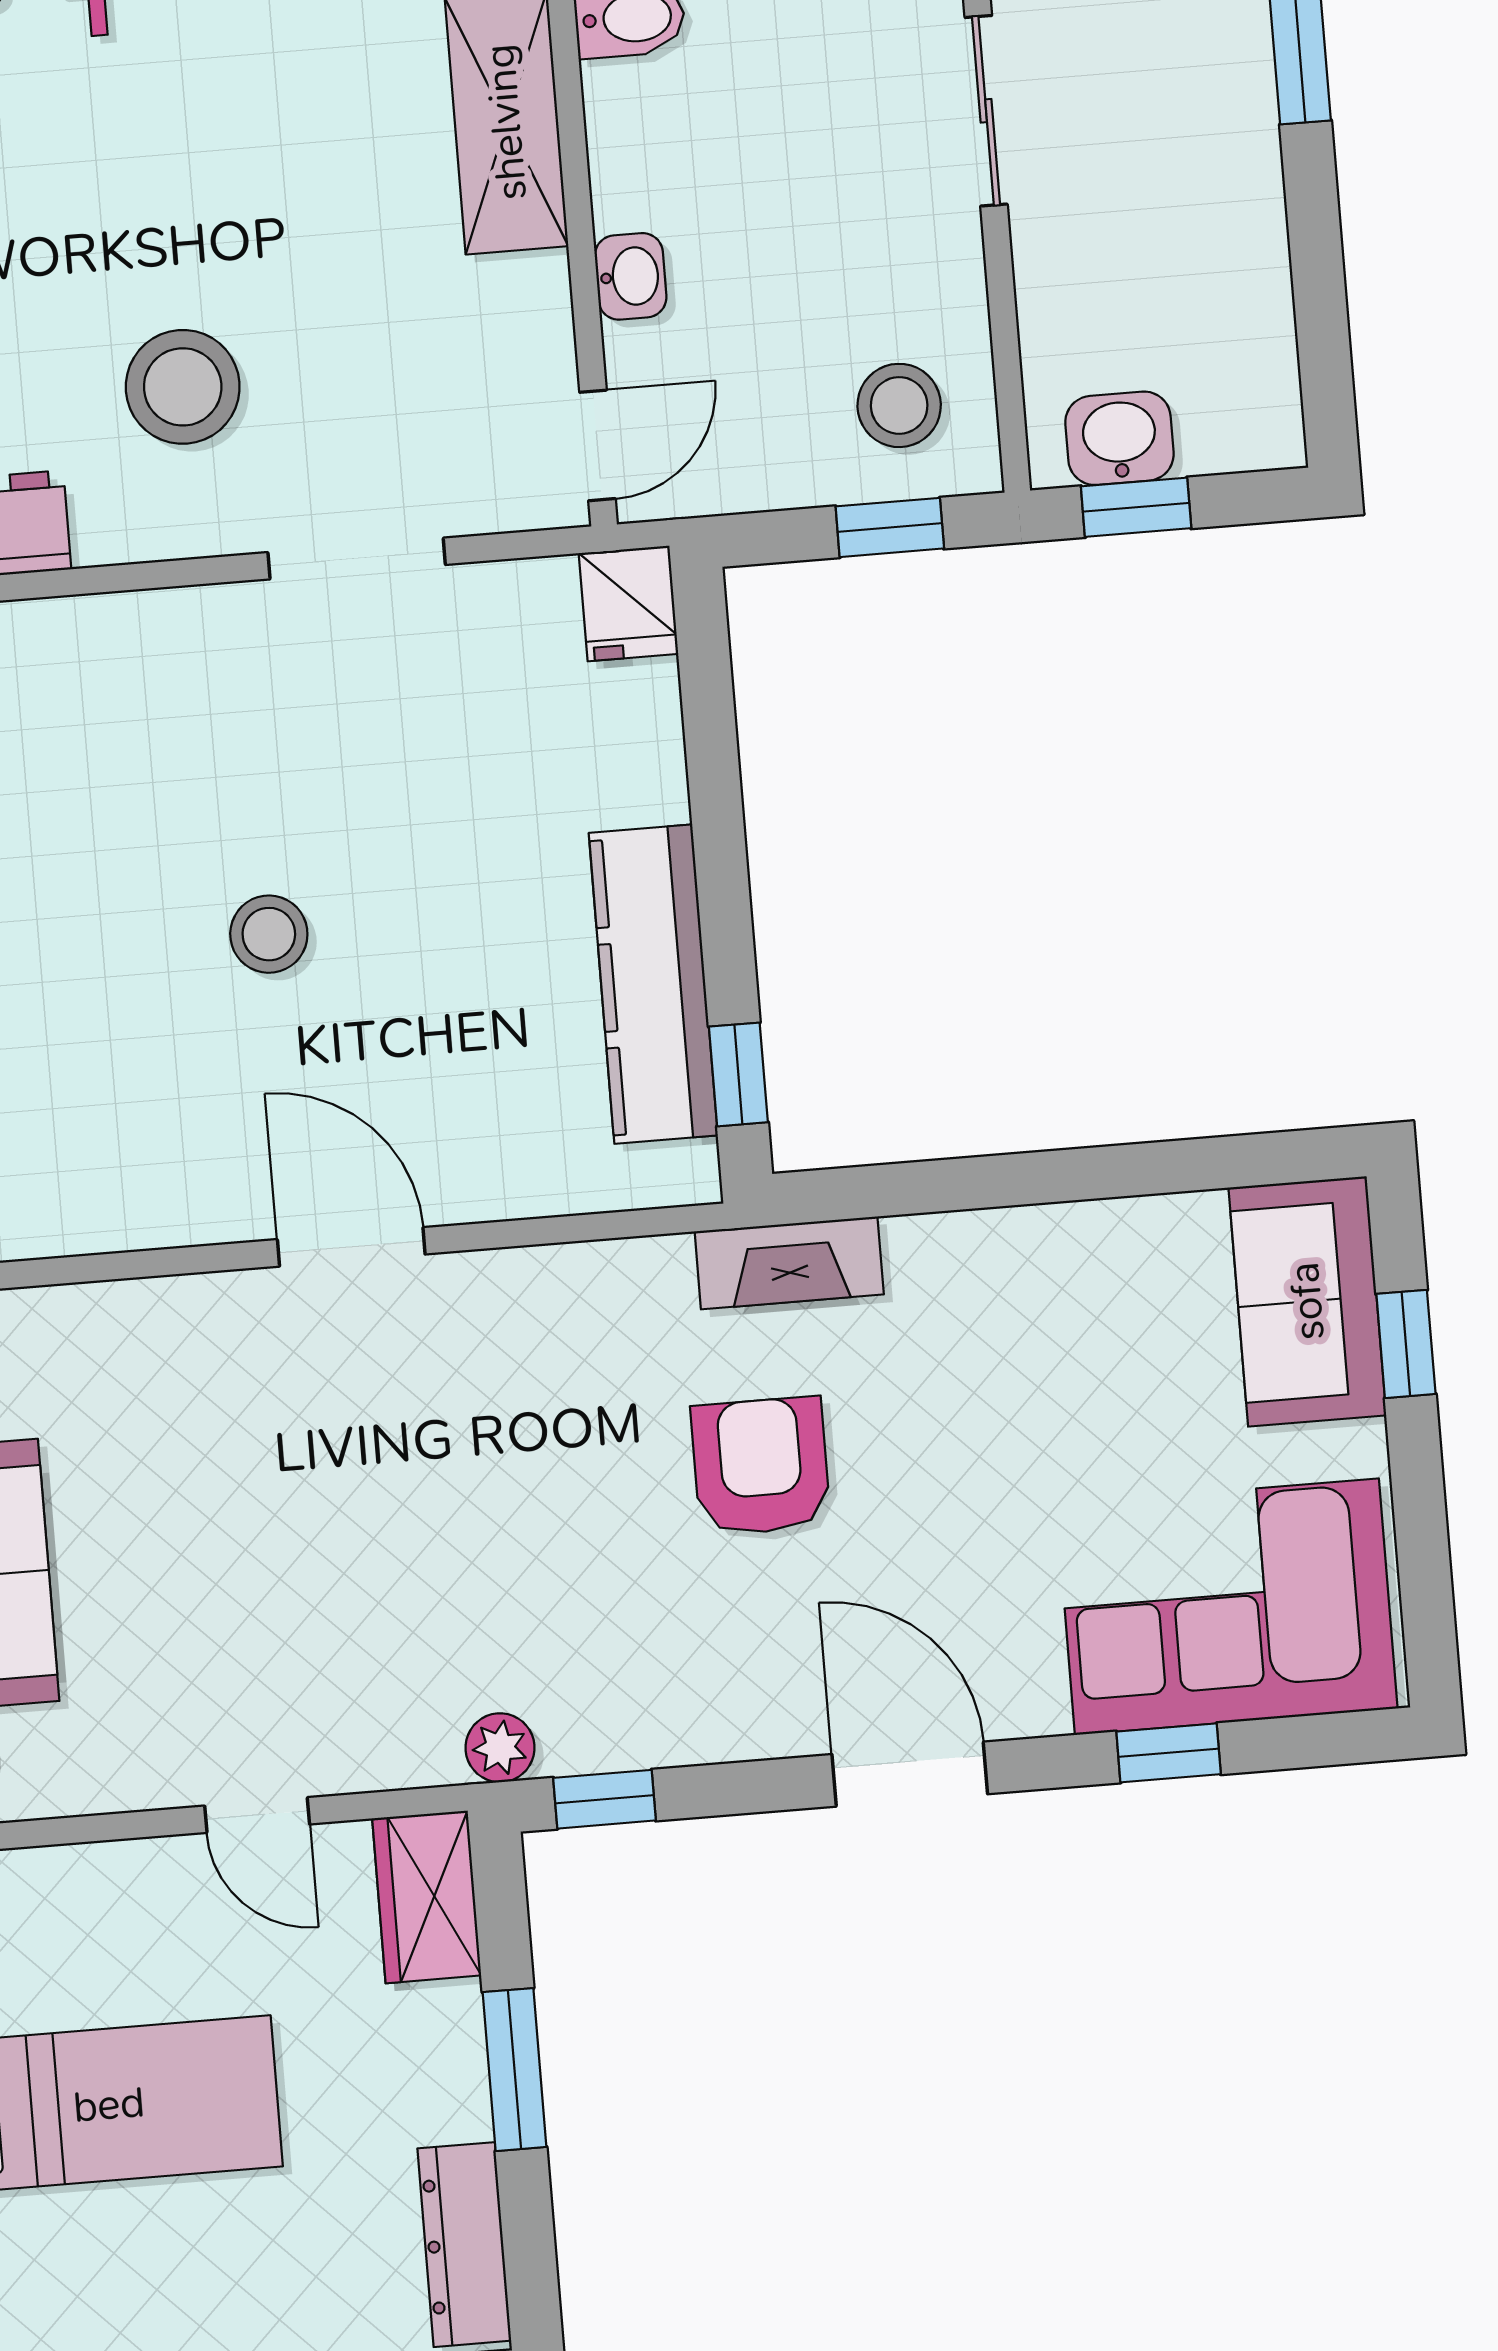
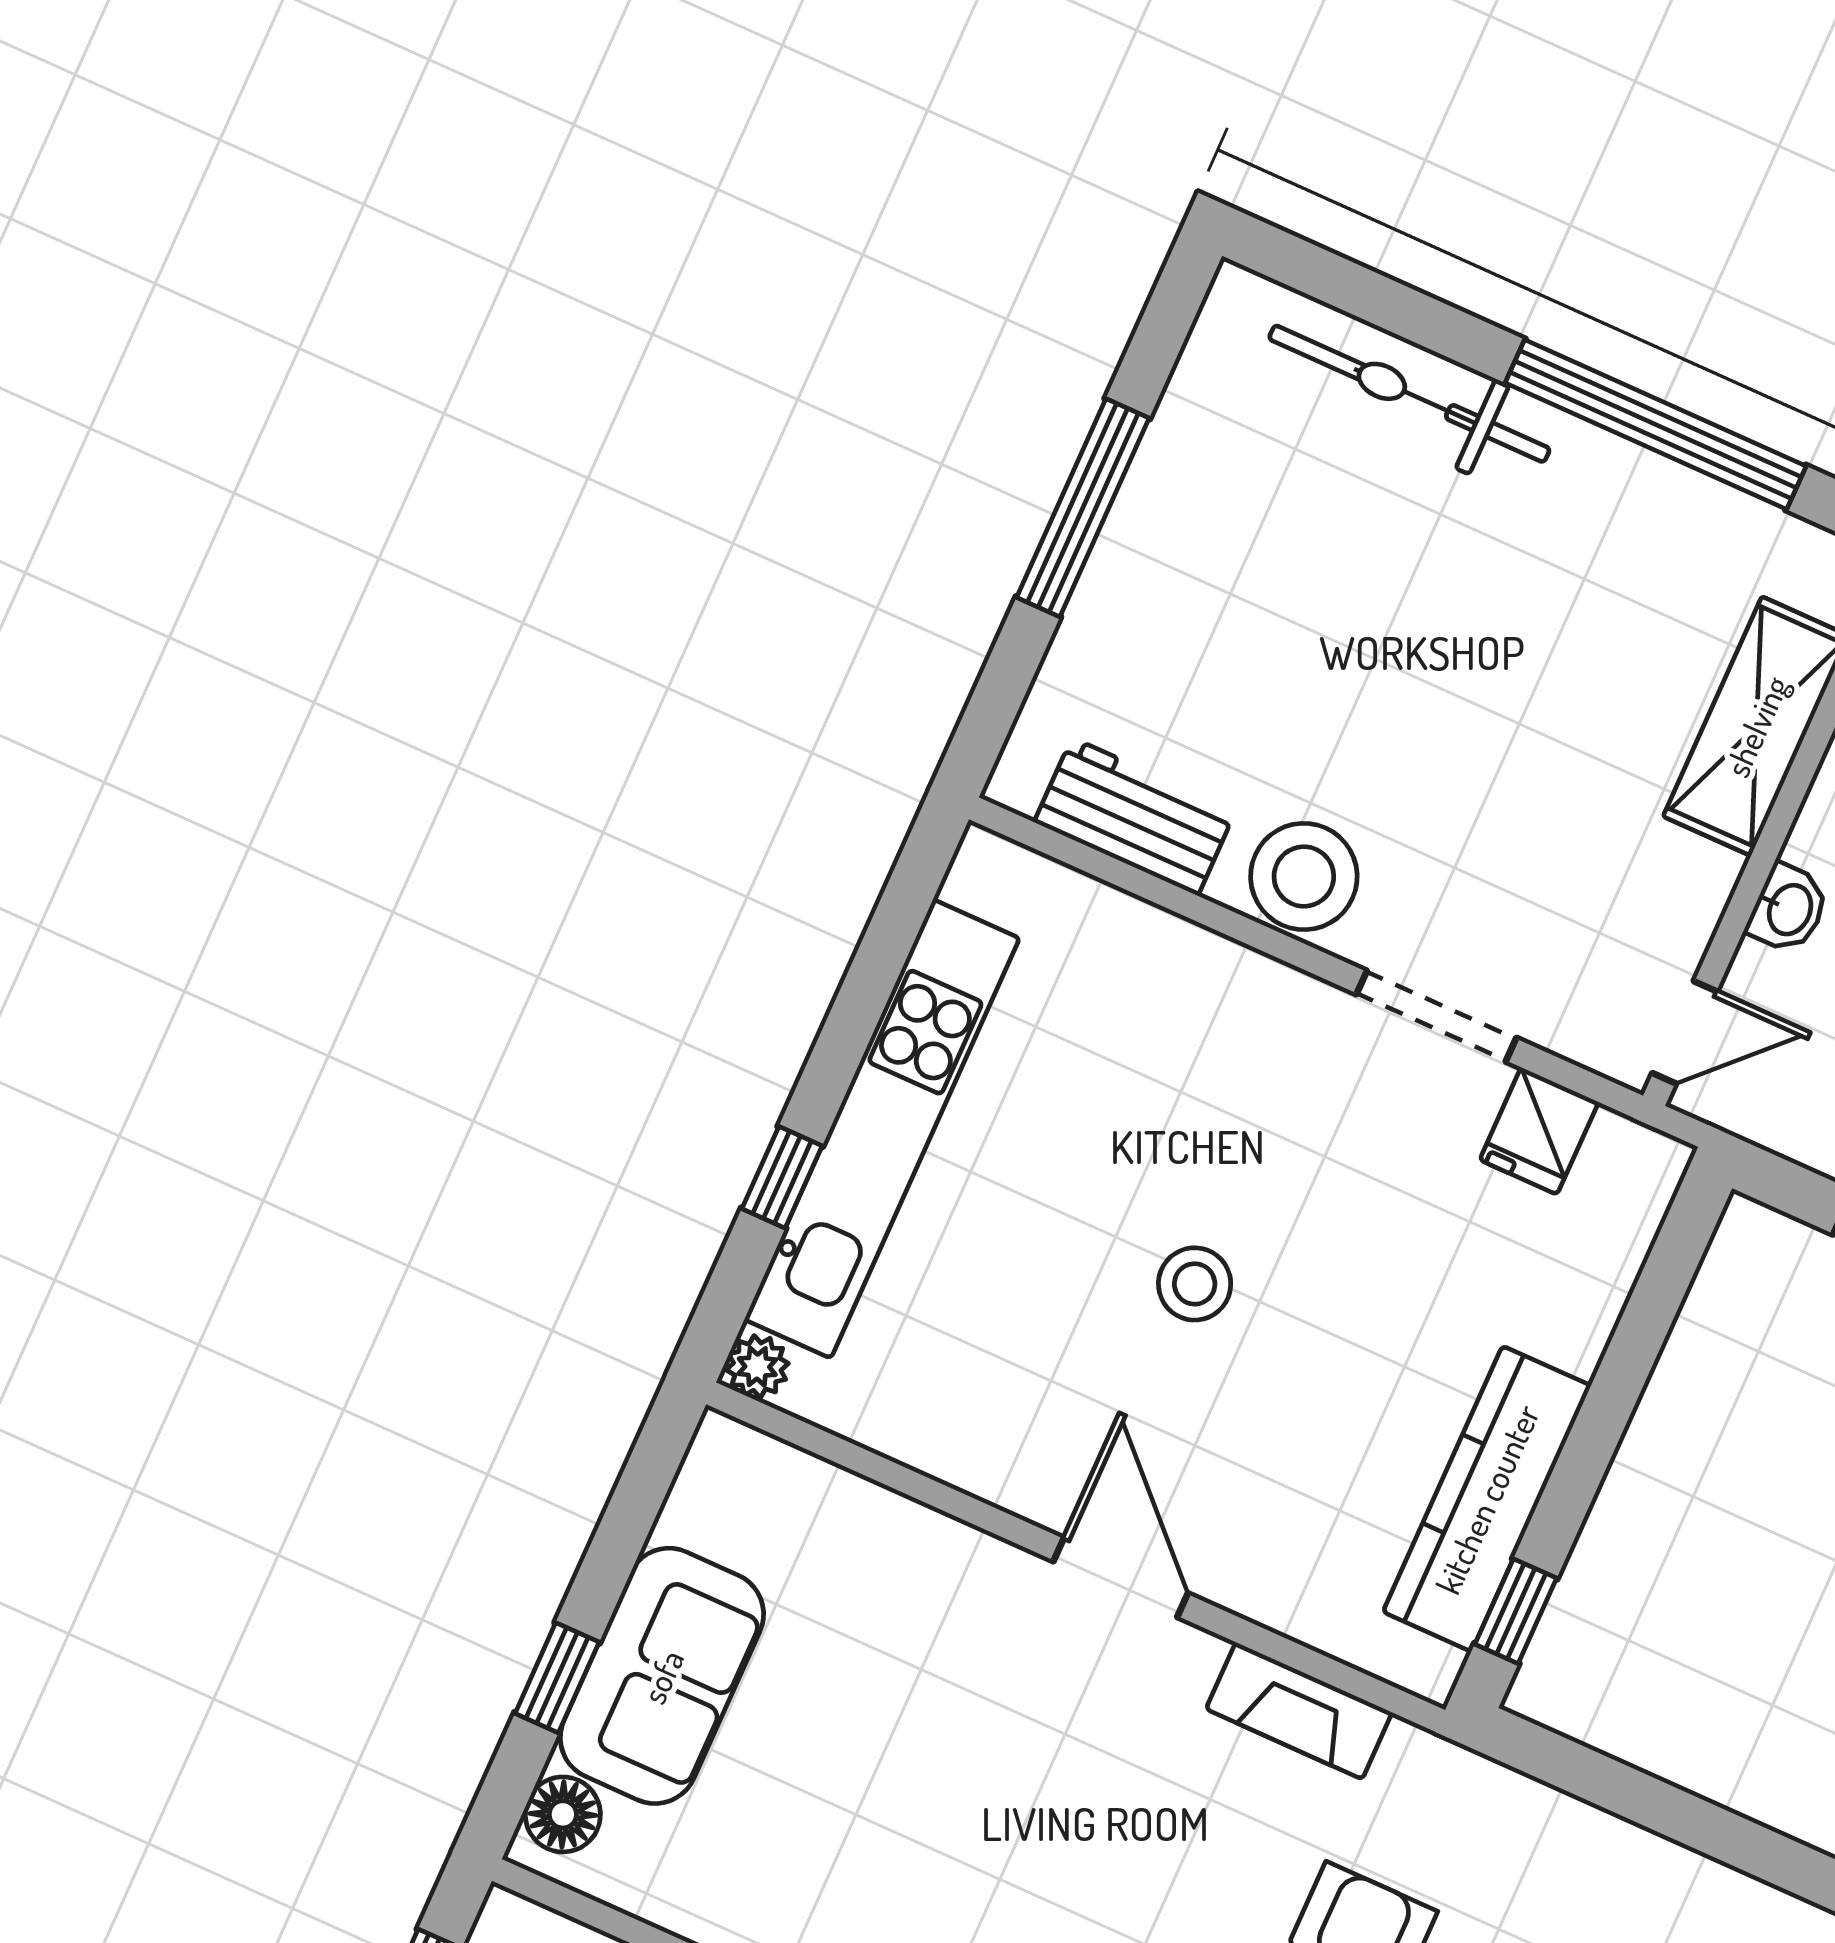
stool: (183, 387) -> (1304, 876), moved
fridge: (629, 603) -> (1539, 1131), moved
fireplace: (789, 1263) -> (1299, 1711), moved

